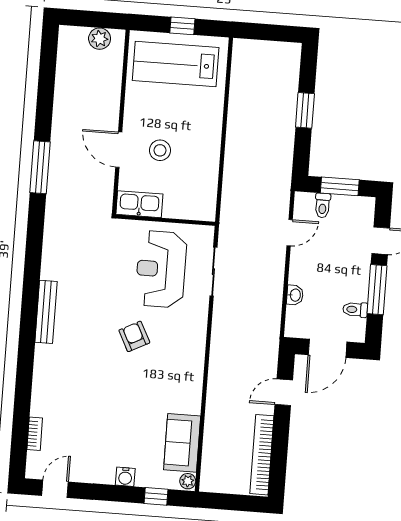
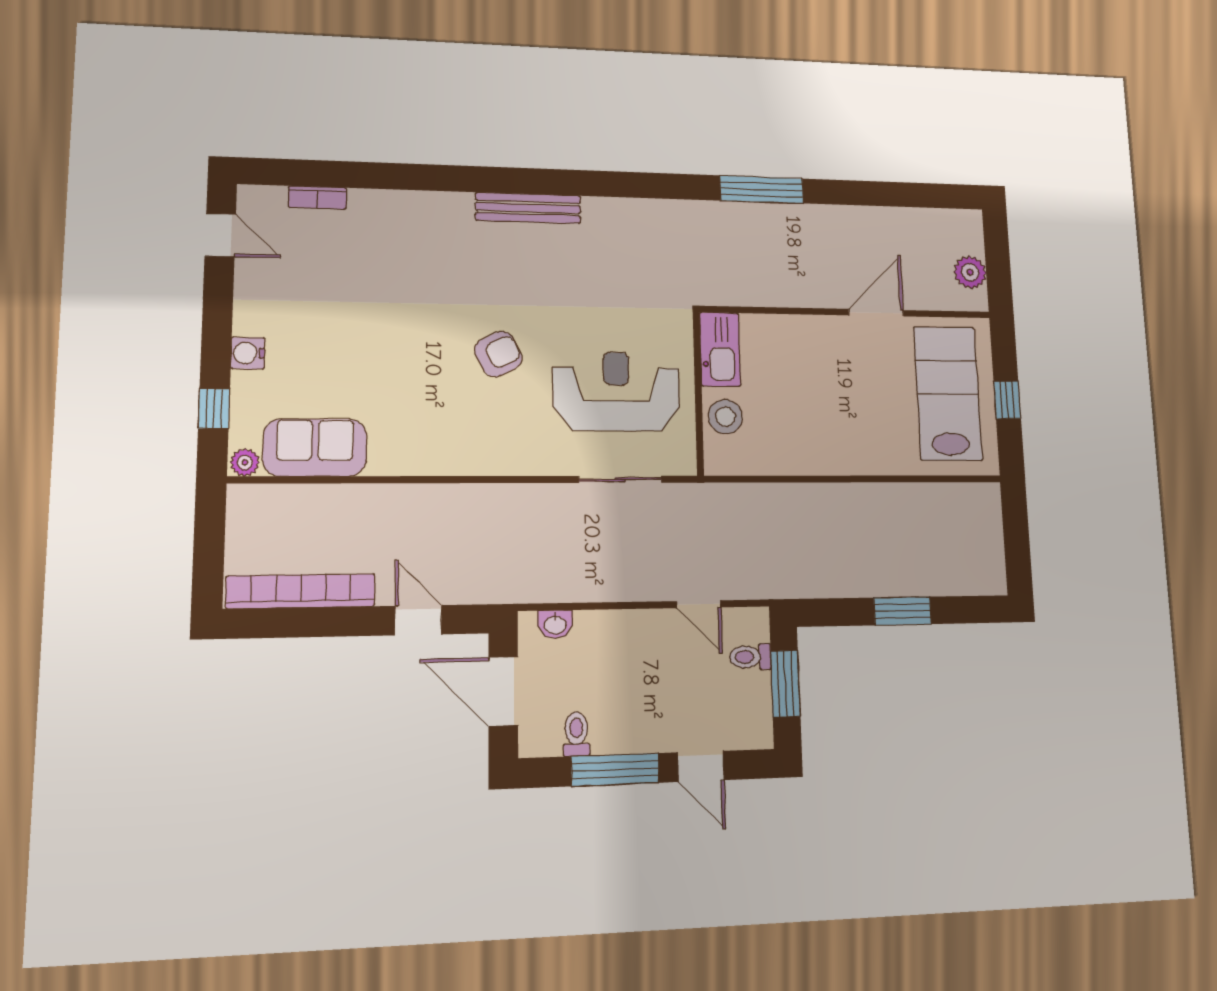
door: (119, 150) -> (876, 313), moved
stool: (160, 150) -> (725, 417), moved
washbasin: (295, 295) -> (555, 624), moved

